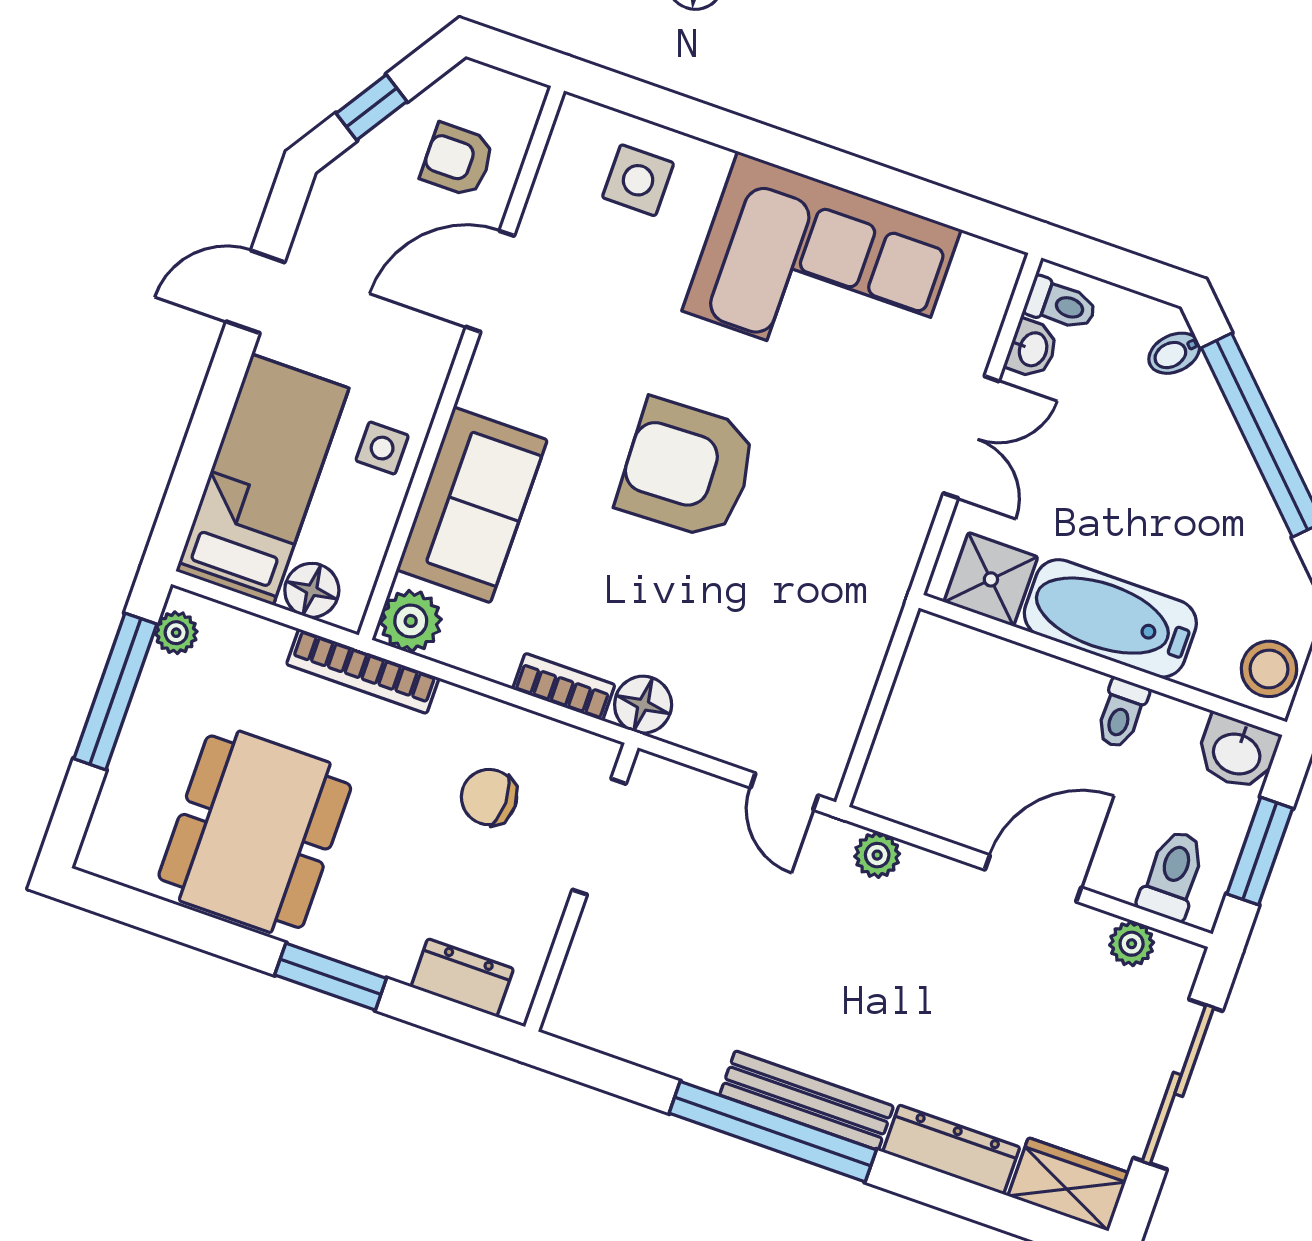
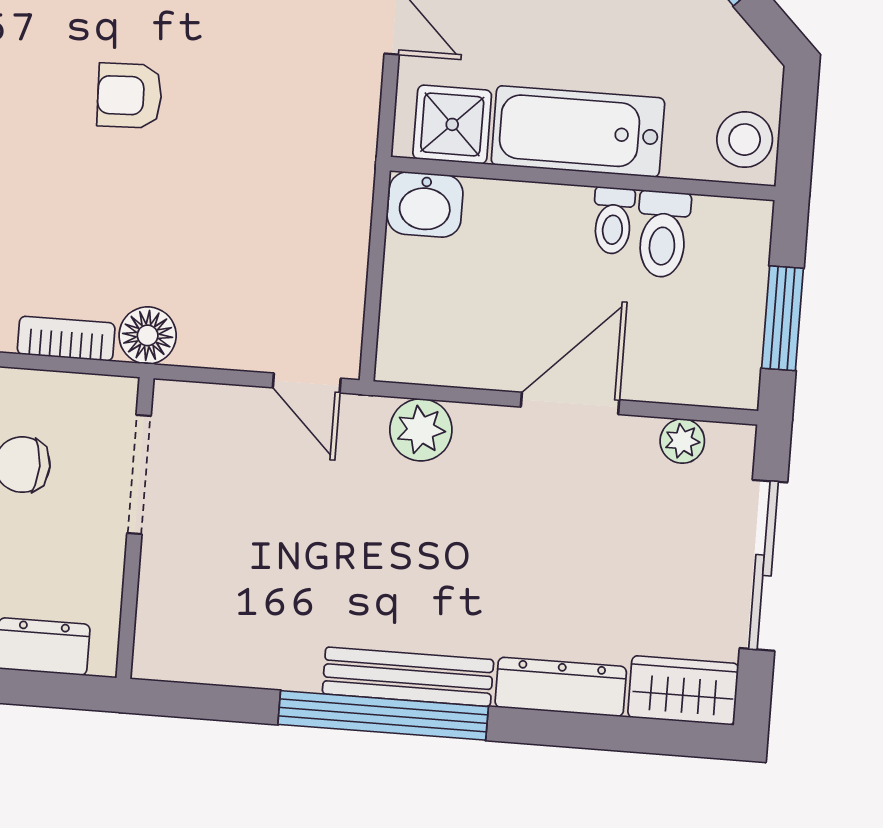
armchair: (687, 469) -> (130, 96), width x0.53, depth x0.53
washbasin: (1237, 752) -> (425, 204), moved
plant: (877, 855) -> (421, 430), width x1.38, depth x1.38
toilet: (1173, 875) -> (663, 234), moved, turned 180

